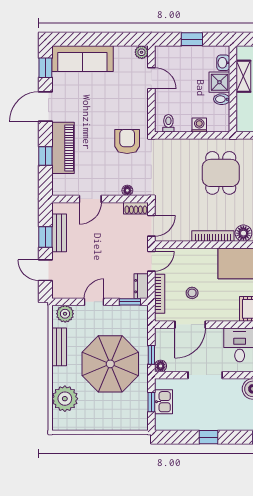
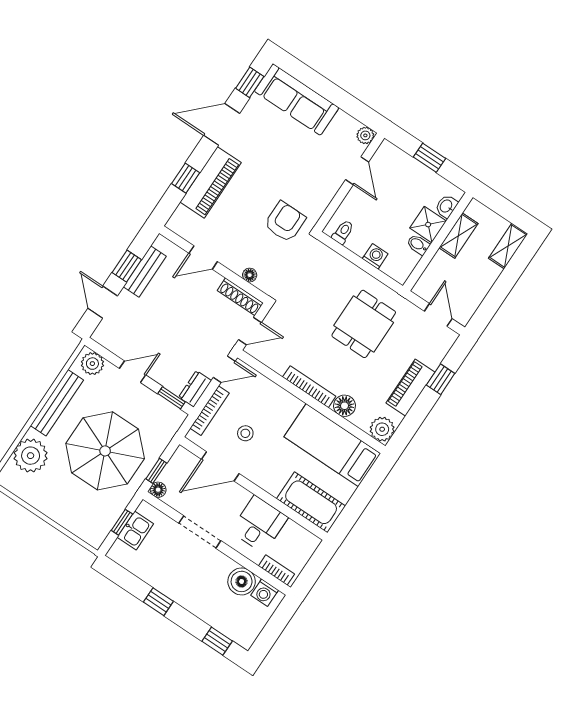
shoe rack: (136, 208) -> (240, 297), width x1.43
bench: (59, 347) -> (57, 403), width x1.36

